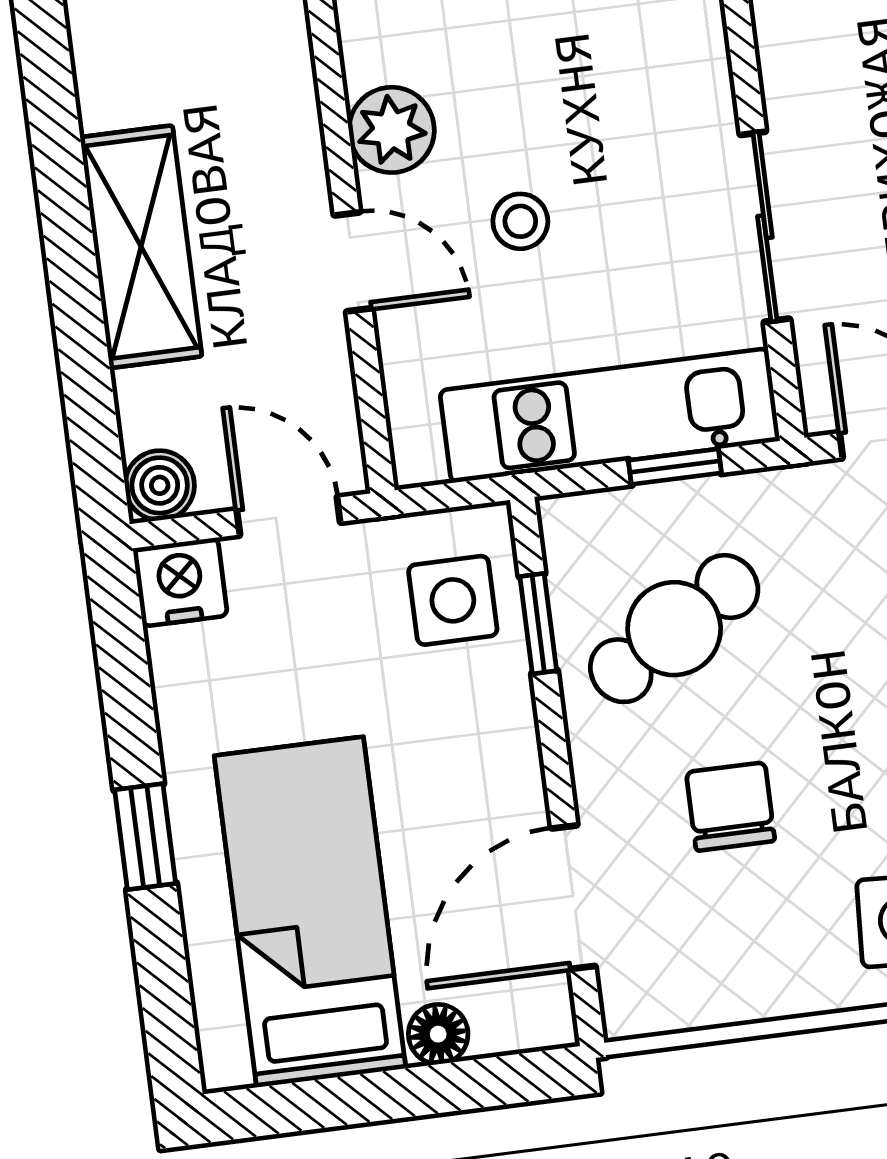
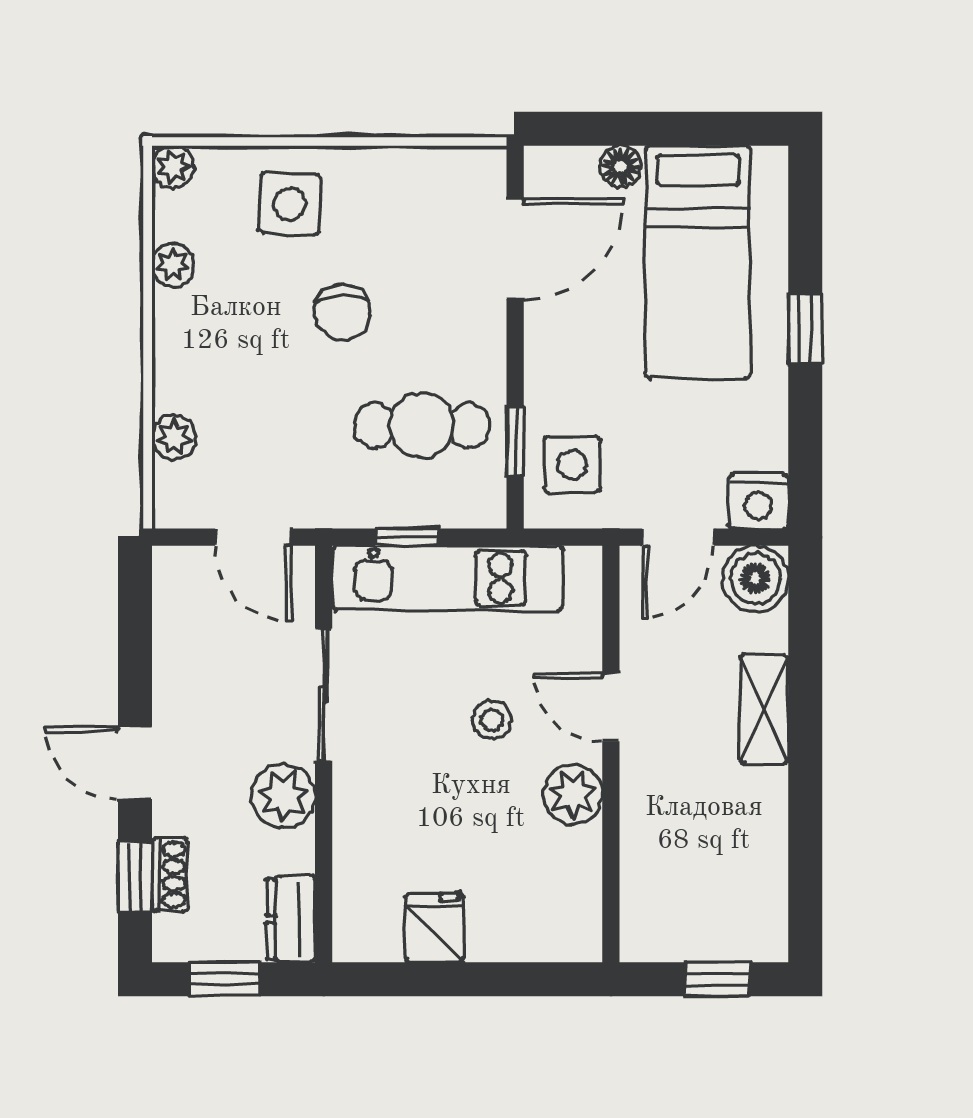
plant: (804, 75) -> (283, 796), added
shelving: (141, 247) -> (764, 709), width x0.67, depth x0.75
boiler: (160, 485) -> (755, 579), width x1.36, depth x1.36
door: (288, 516) -> (678, 537), hinge flipped
cafe table: (674, 629) -> (422, 425), turned 31
chair: (731, 807) -> (342, 312), moved

